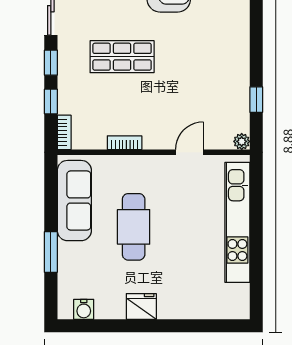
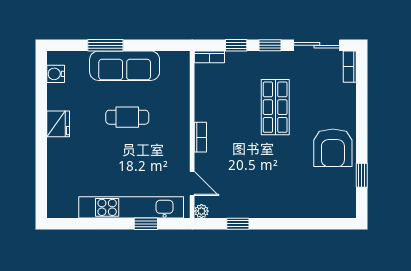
bookcase: (125, 143) -> (200, 137), moved
door: (189, 152) -> (192, 184), moved
sofa: (74, 201) -> (125, 66), moved
window: (256, 206) -> (146, 224), added
cafe table: (134, 227) -> (127, 117), width x0.73, depth x0.74

